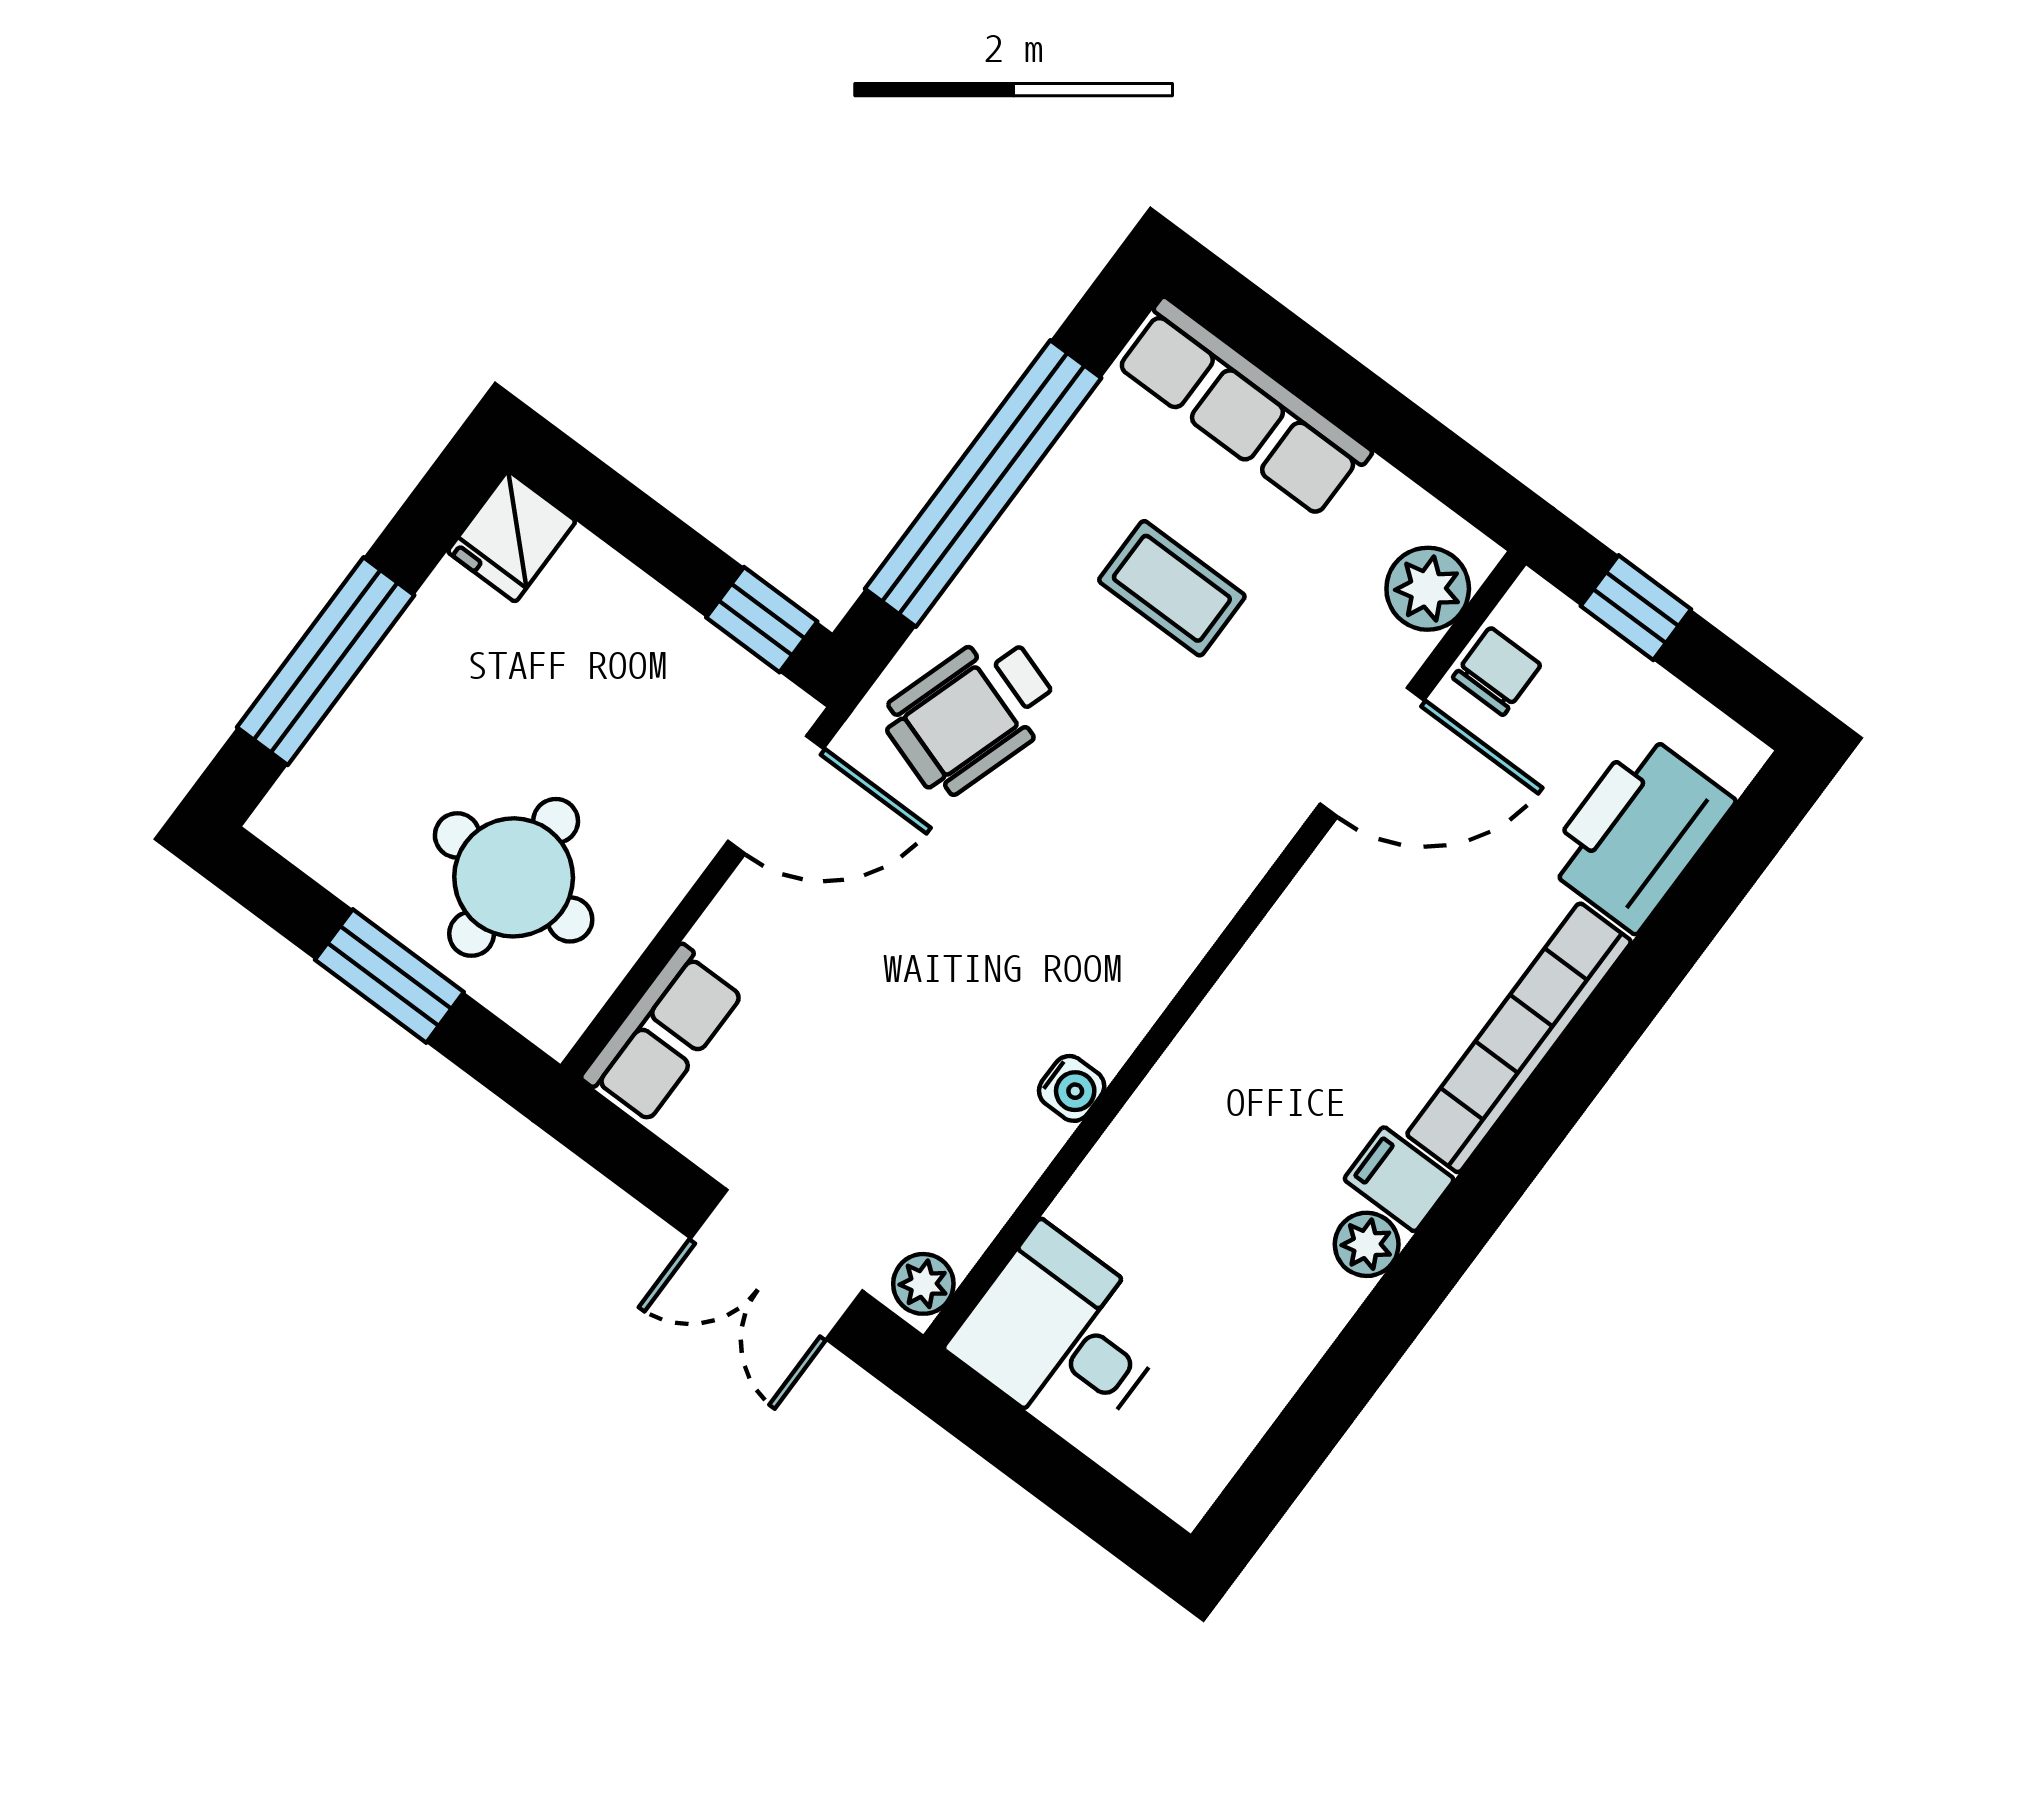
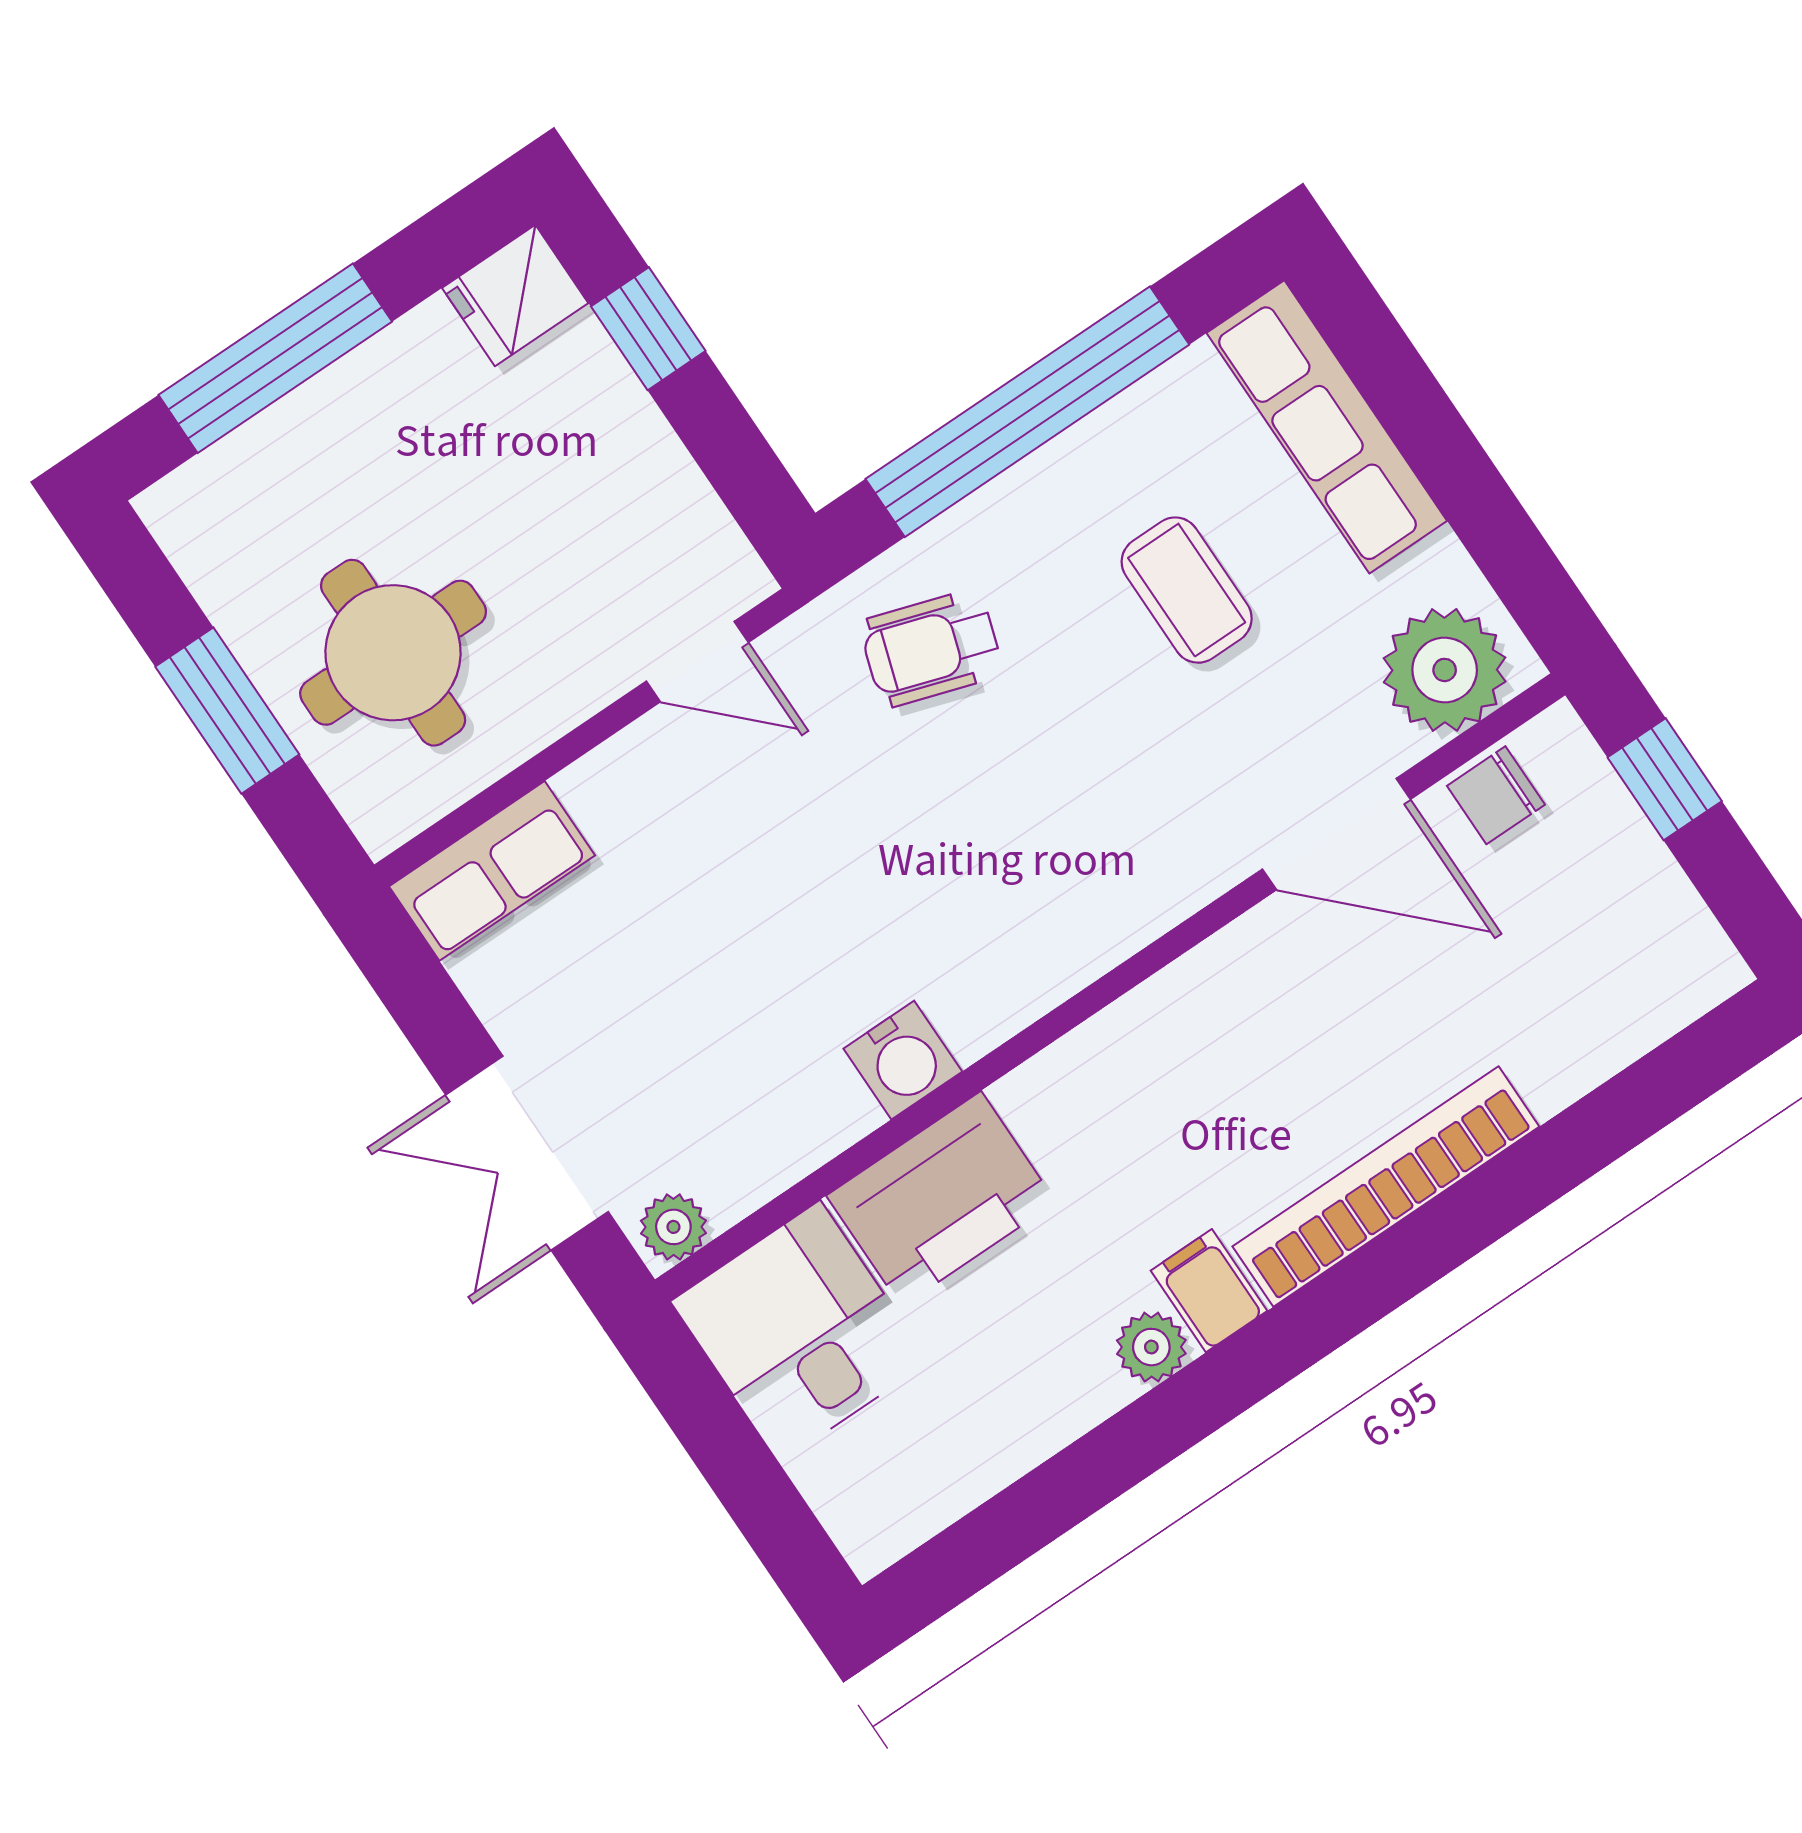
plant: (1428, 589) -> (1445, 670), width x1.36, depth x1.36
window: (762, 620) -> (648, 329), moved
chair: (1497, 671) -> (1496, 795), turned 180
wheelchair: (971, 714) -> (931, 648), width x0.73, depth x0.73
door: (776, 795) -> (697, 662), width x0.73
printer: (1638, 832) -> (941, 1199), moved, turned 180
water cooler: (1072, 1088) -> (903, 1060), width x1.38, depth x1.38

